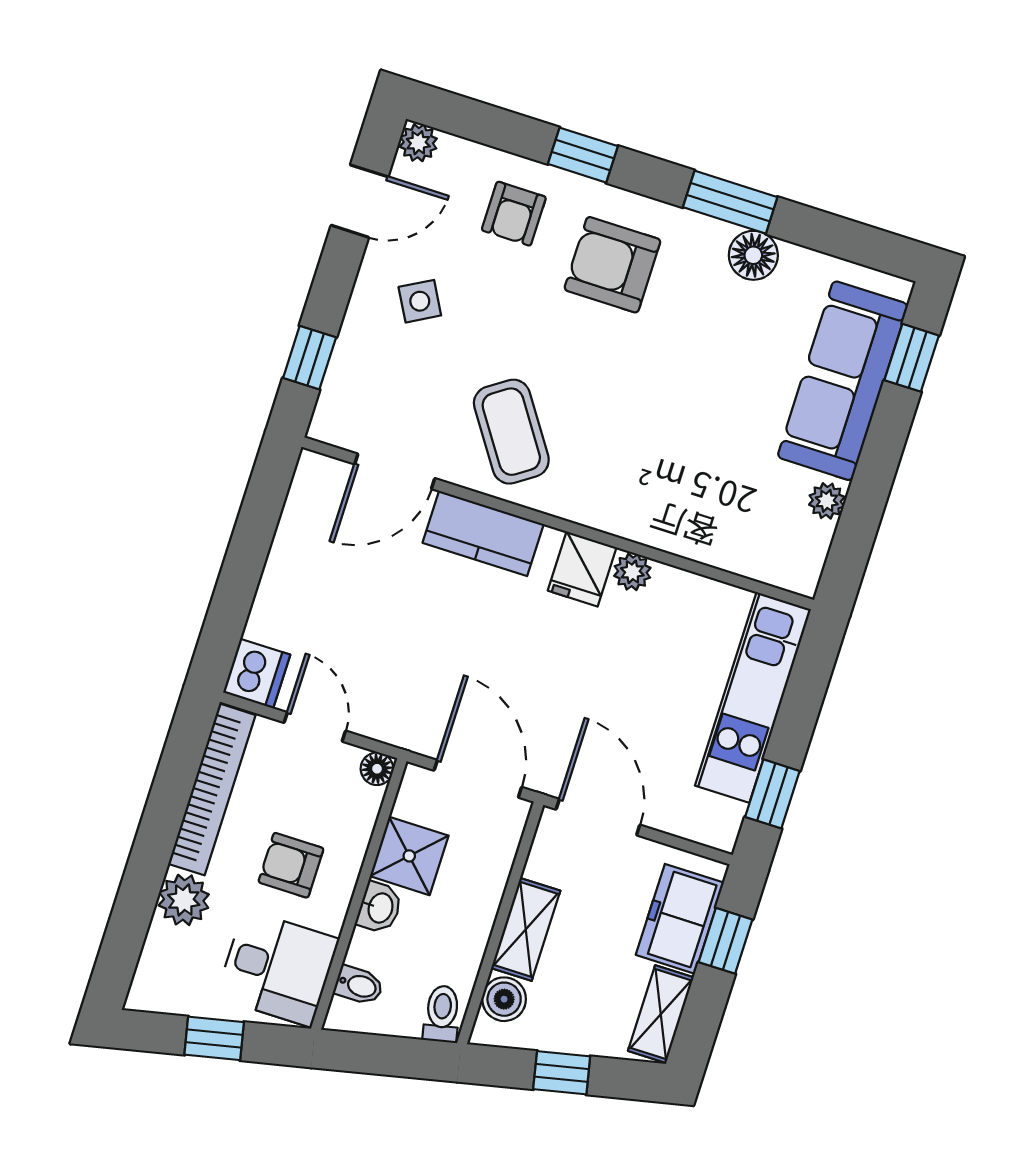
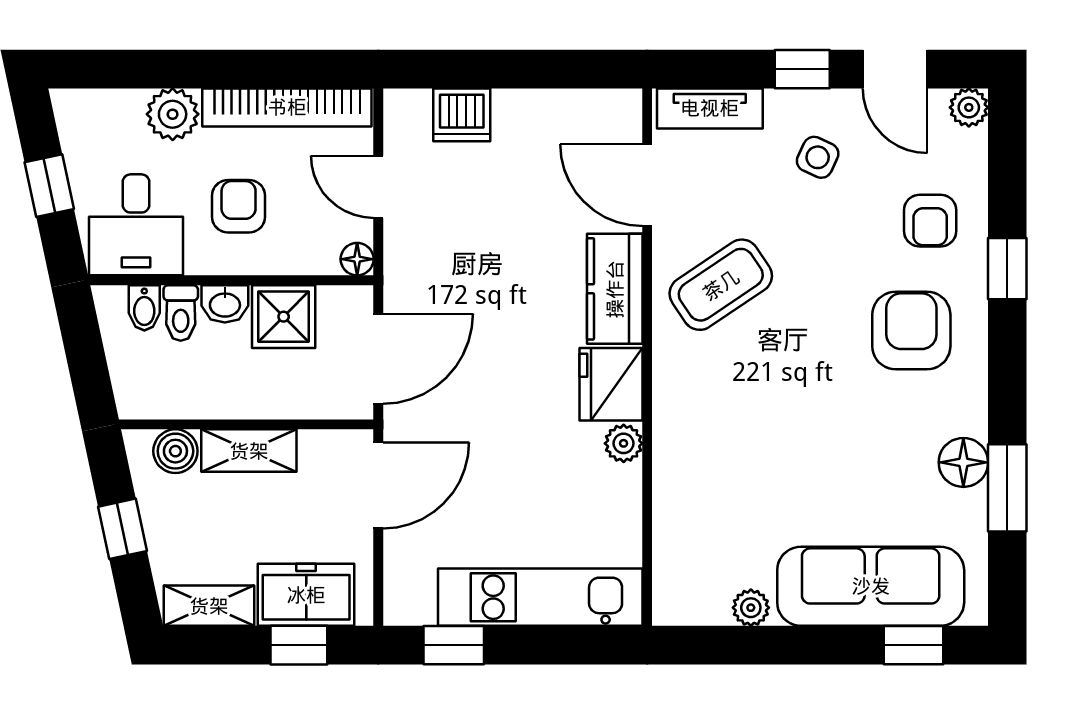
window: (730, 202) -> (1007, 488), moved
armchair: (514, 214) -> (930, 221), turned -90
side table: (420, 301) -> (818, 157), turned -36
window: (310, 358) -> (802, 69), moved
tv unit: (341, 389) -> (710, 108), added
fridge: (582, 569) -> (611, 384), width x1.38
dishwasher: (257, 674) -> (462, 115), moved
door: (315, 727) -> (378, 187), swing flipped
toilet: (442, 1014) -> (181, 313), moved, turned 102

